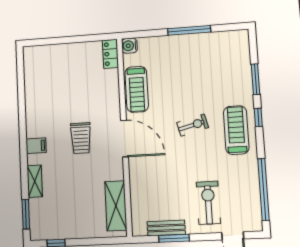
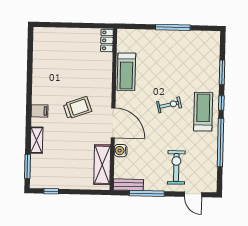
water cooler: (129, 46) -> (121, 151), moved
trolley: (81, 138) -> (77, 108), turned -110
door: (124, 139) -> (113, 123), moved
window: (263, 190) -> (220, 142), moved
bench: (166, 228) -> (128, 185), moved
window: (174, 238) -> (147, 193), width x1.44

